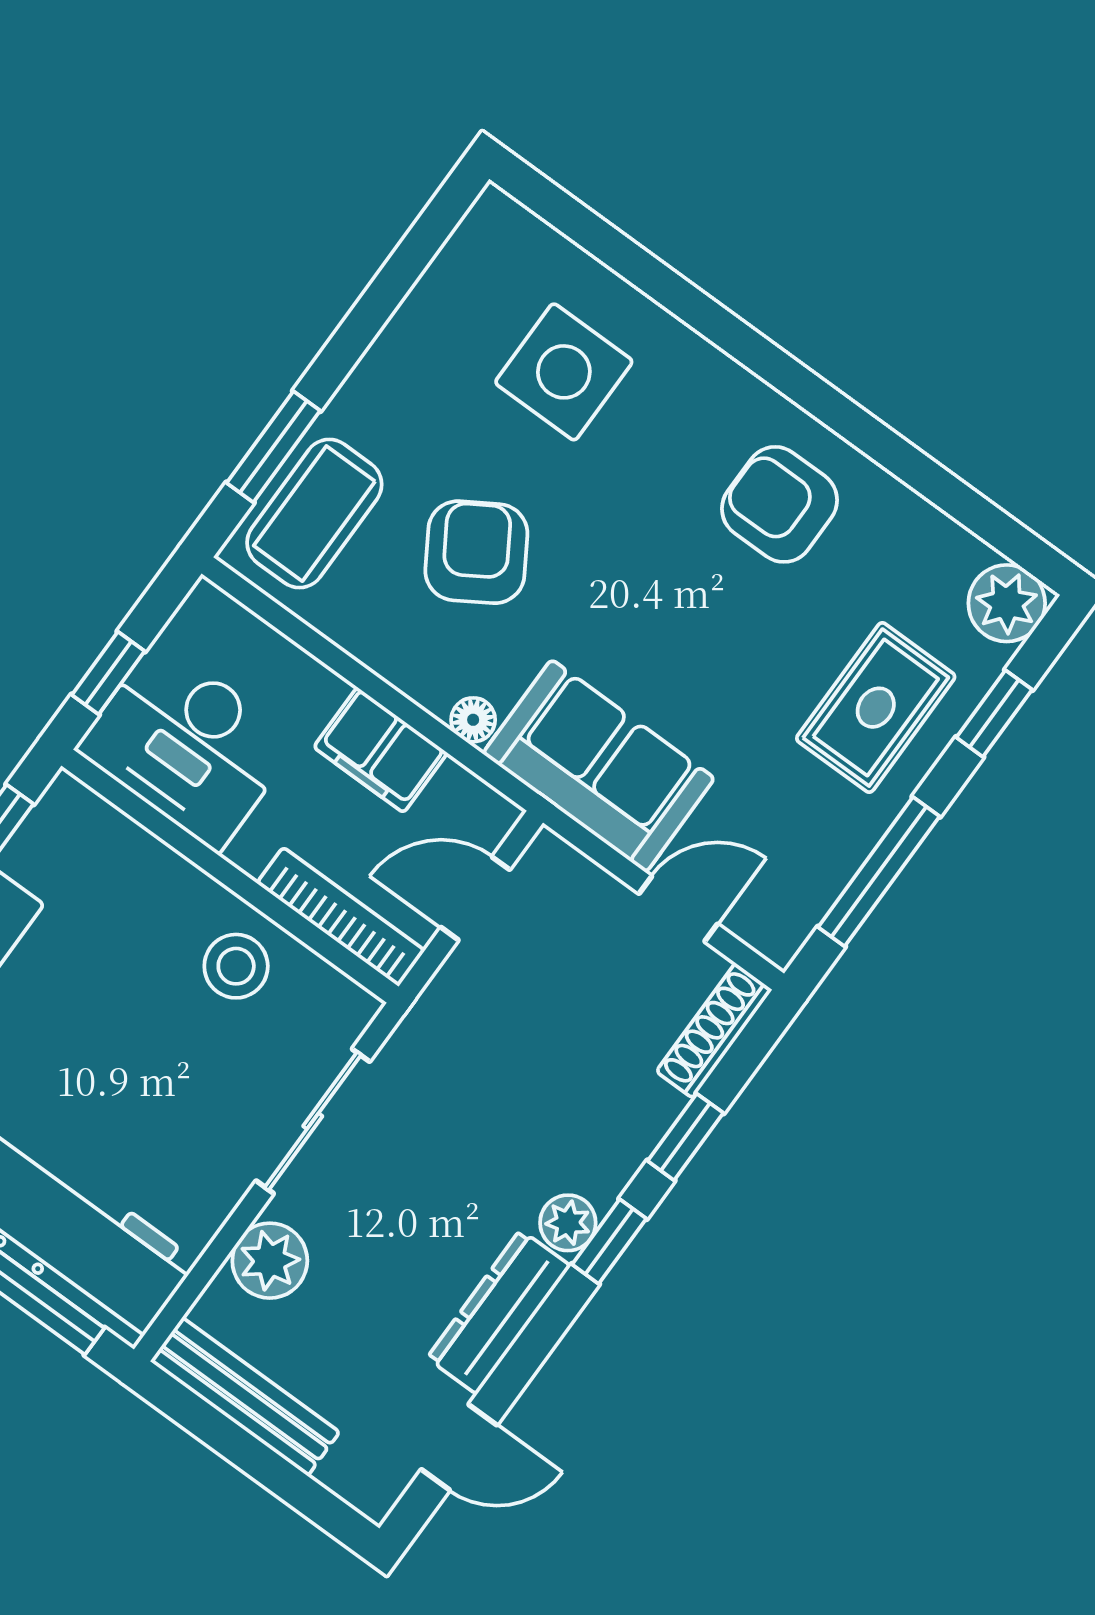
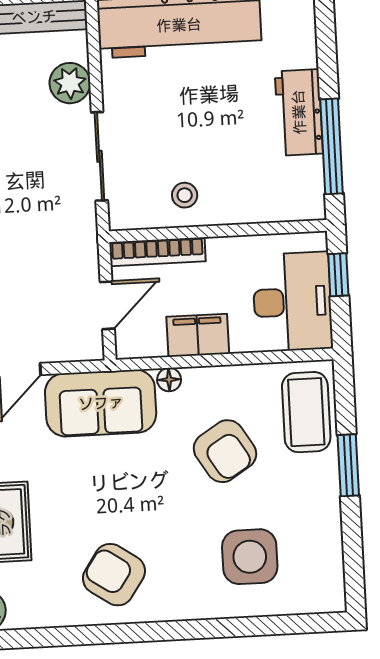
window: (273, 447) -> (348, 465), moved
armchair: (780, 504) -> (114, 575), turned -146
desk: (187, 745) -> (292, 302), moved, turned 90
stool: (236, 966) -> (185, 195), width x0.73, depth x0.73

